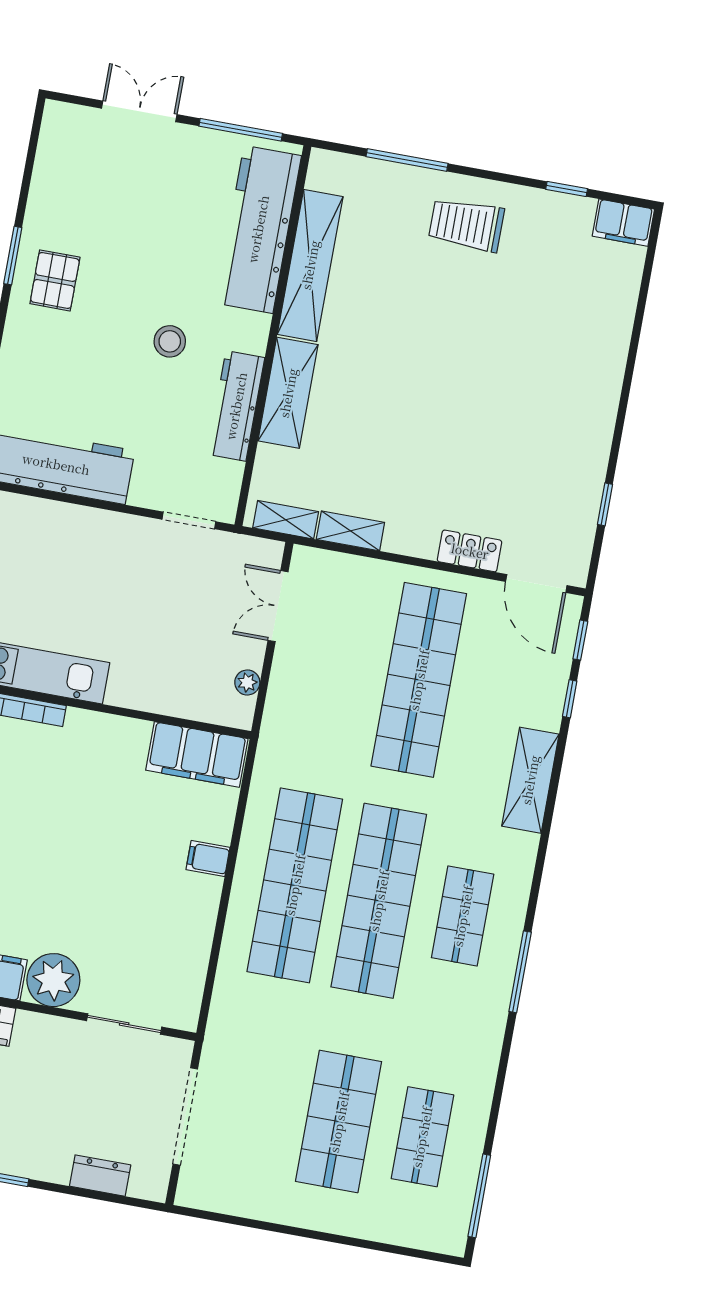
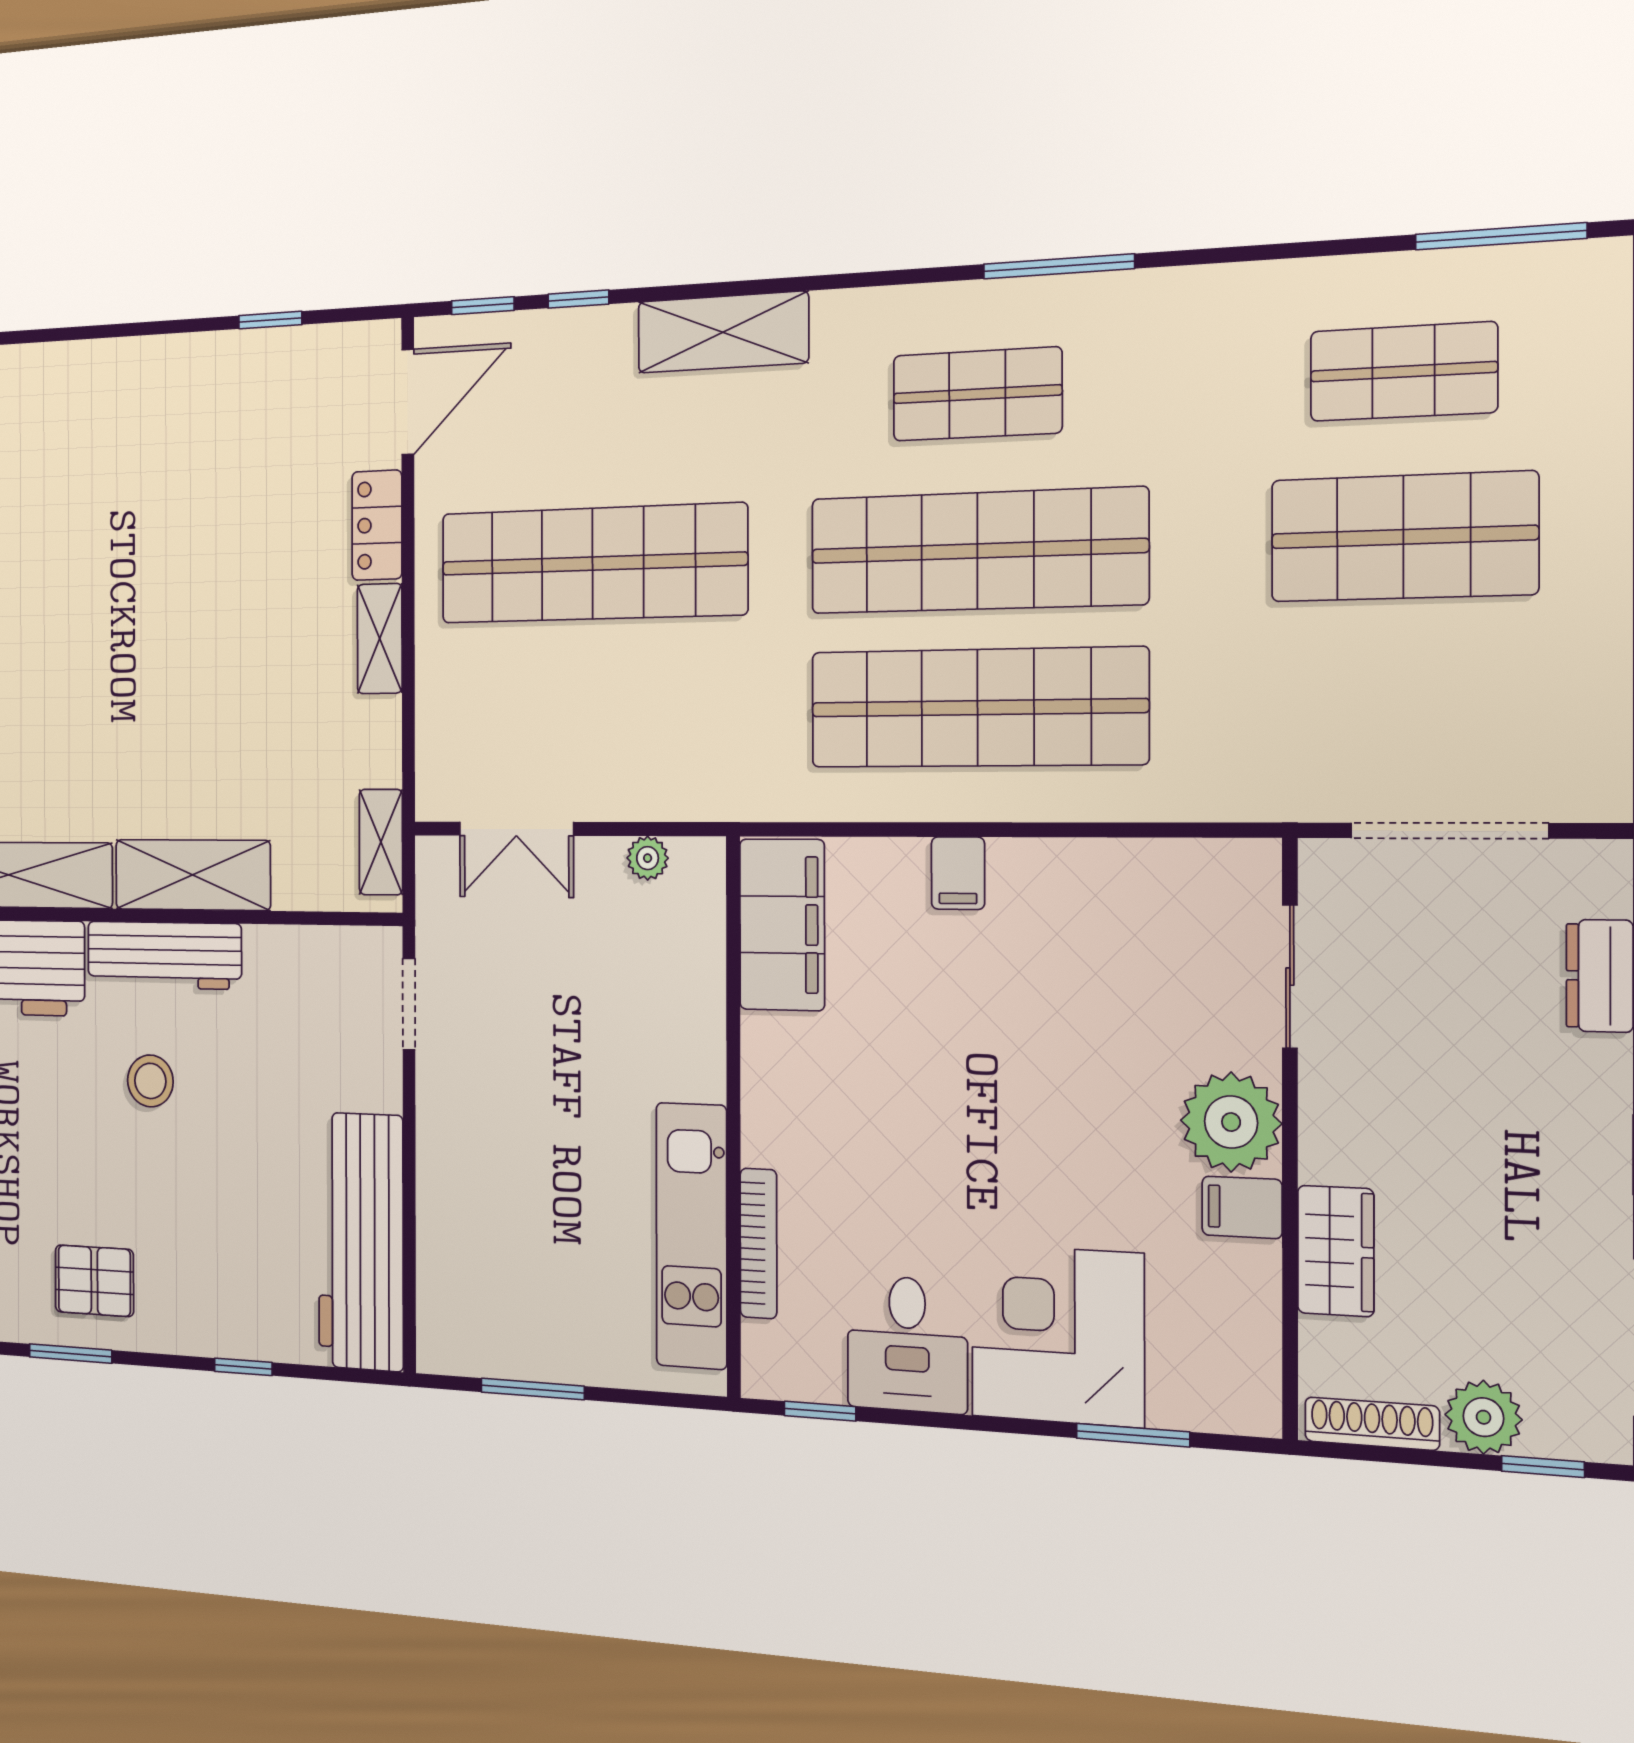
workbench: (236, 406) -> (164, 955), moved
shelving: (350, 531) -> (380, 639), moved

